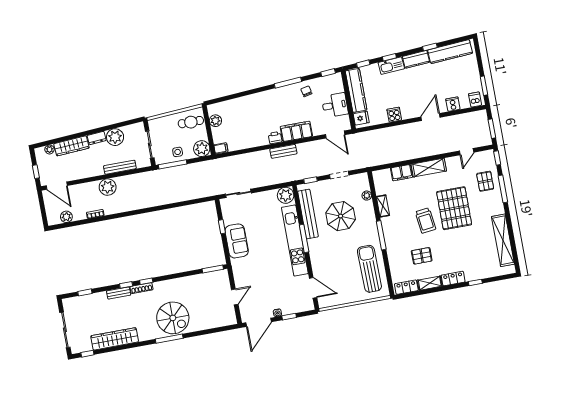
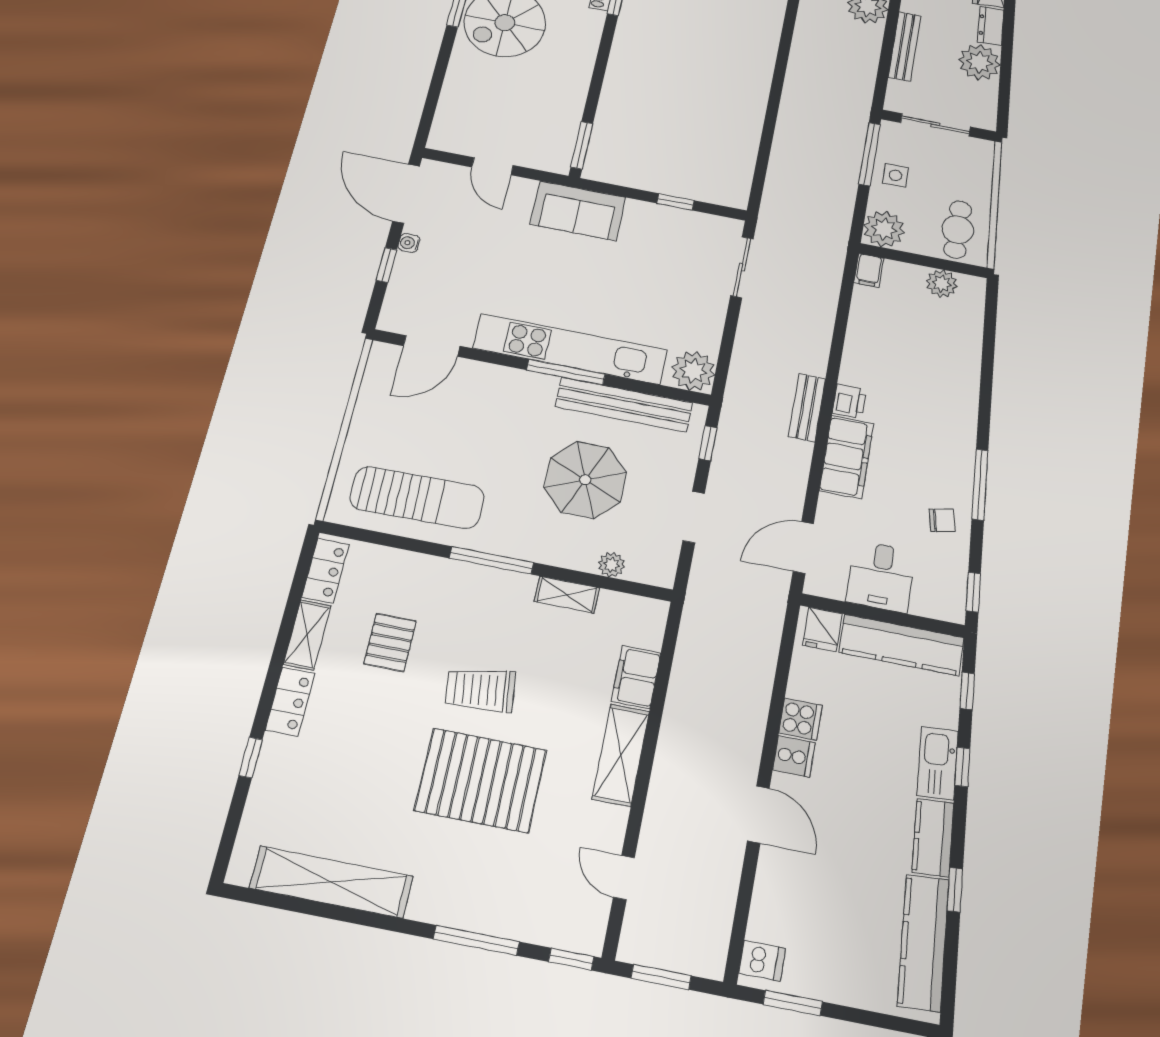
cooker: (453, 104) -> (794, 756), moved
pallet: (485, 181) -> (519, 897), removed
sofa: (237, 241) -> (578, 211), moved

